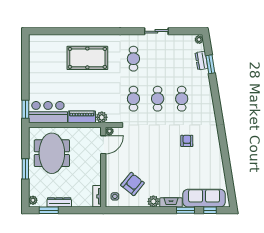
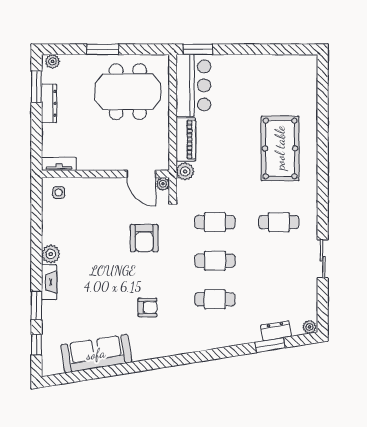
armchair: (132, 184) -> (144, 238), moved, turned 51
sofa: (204, 198) -> (96, 354), moved, turned -99

